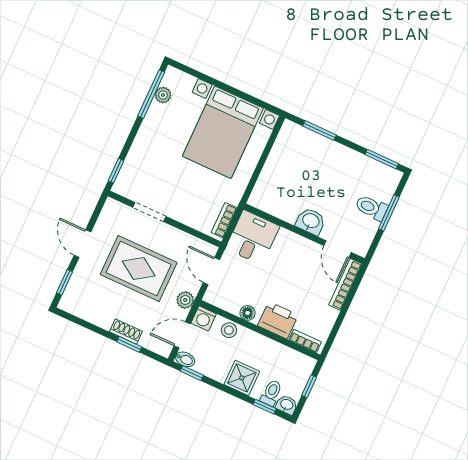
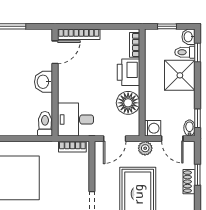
toilet: (371, 208) -> (45, 124), moved, turned 180
floor lamp: (248, 313) -> (128, 103), width x1.89, depth x1.89
stool: (229, 330) -> (153, 105), removed
shower: (242, 378) -> (180, 75), width x1.36, depth x1.36

